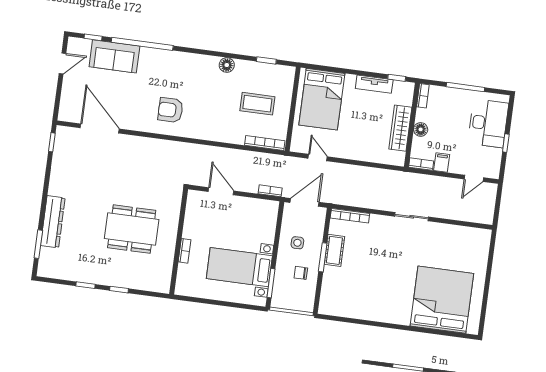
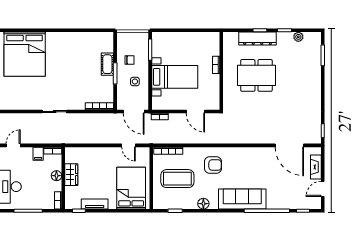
sofa: (114, 56) -> (242, 199), moved, width x1.36
fireplace: (68, 94) -> (316, 167), added
coffee table: (257, 104) -> (177, 179), width x1.36, depth x1.32
armchair: (170, 110) -> (213, 165), moved
wardrobe: (400, 128) -> (71, 175), width x0.67
door: (305, 202) -> (134, 112), hinge flipped
dresser: (53, 222) -> (257, 39), moved, turned -90
cot: (334, 250) -> (107, 64), moved
bed with nightstands: (239, 267) -> (175, 77), moved
plant: (68, 274) -> (298, 37), added

